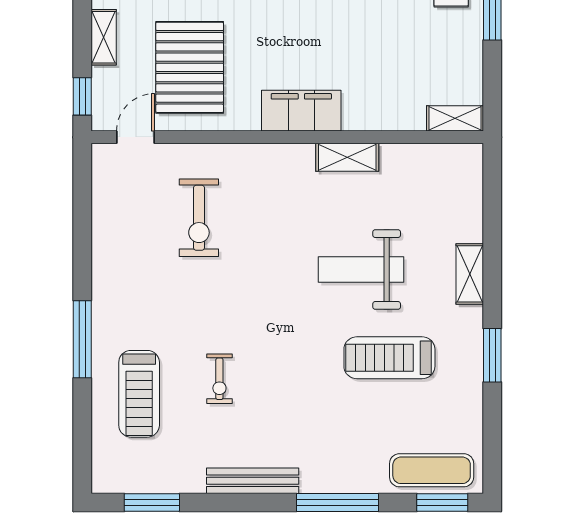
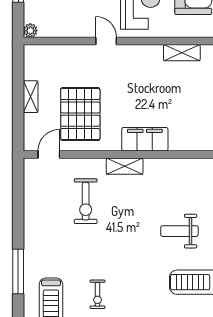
window: (82, 96) -> (18, 131), removed
shelving: (347, 157) -> (125, 166), moved
weight bench: (361, 270) -> (179, 231), width x0.73, depth x0.75

